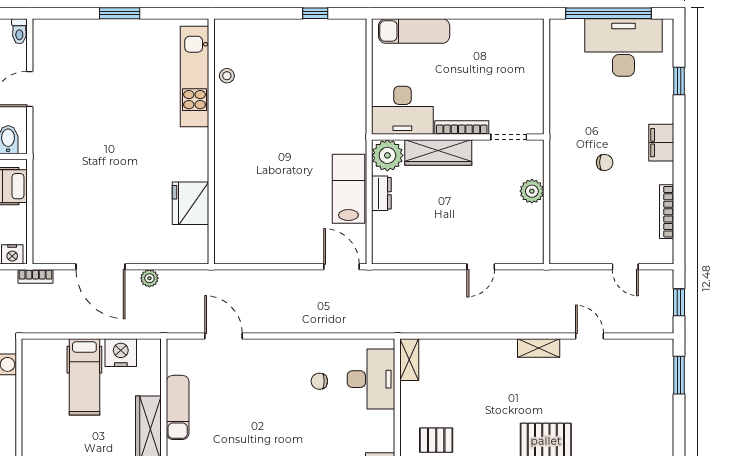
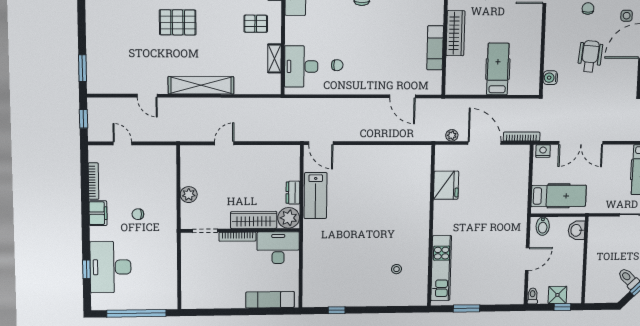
desk: (623, 47) -> (111, 267), moved, turned 90
kitchen unit: (195, 76) -> (441, 268), moved
wall: (211, 141) -> (431, 226), moved
filing cabinet: (661, 143) -> (98, 213), moved
fridge: (191, 203) -> (446, 185), moved
bookcase: (36, 276) -> (522, 137), width x1.56
shelving: (539, 348) -> (201, 85), width x2.20, depth x1.33
nightstand: (121, 353) -> (473, 85), removed
shelving: (409, 360) -> (274, 58), moved

